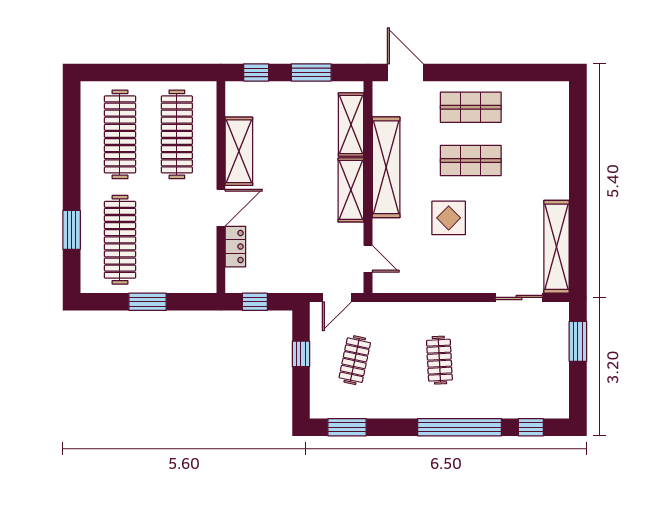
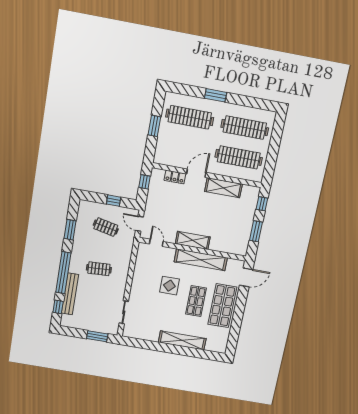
shop shelf: (471, 107) -> (222, 306), width x1.43, depth x1.36
shelving: (351, 125) -> (226, 246), removed
door: (221, 208) -> (196, 173), swing flipped
window: (72, 230) -> (216, 95), moved
shelving: (557, 247) -> (182, 340), moved
door: (368, 259) -> (156, 243), swing flipped
bench: (500, 408) -> (70, 294), added
window: (347, 427) -> (70, 230), moved

